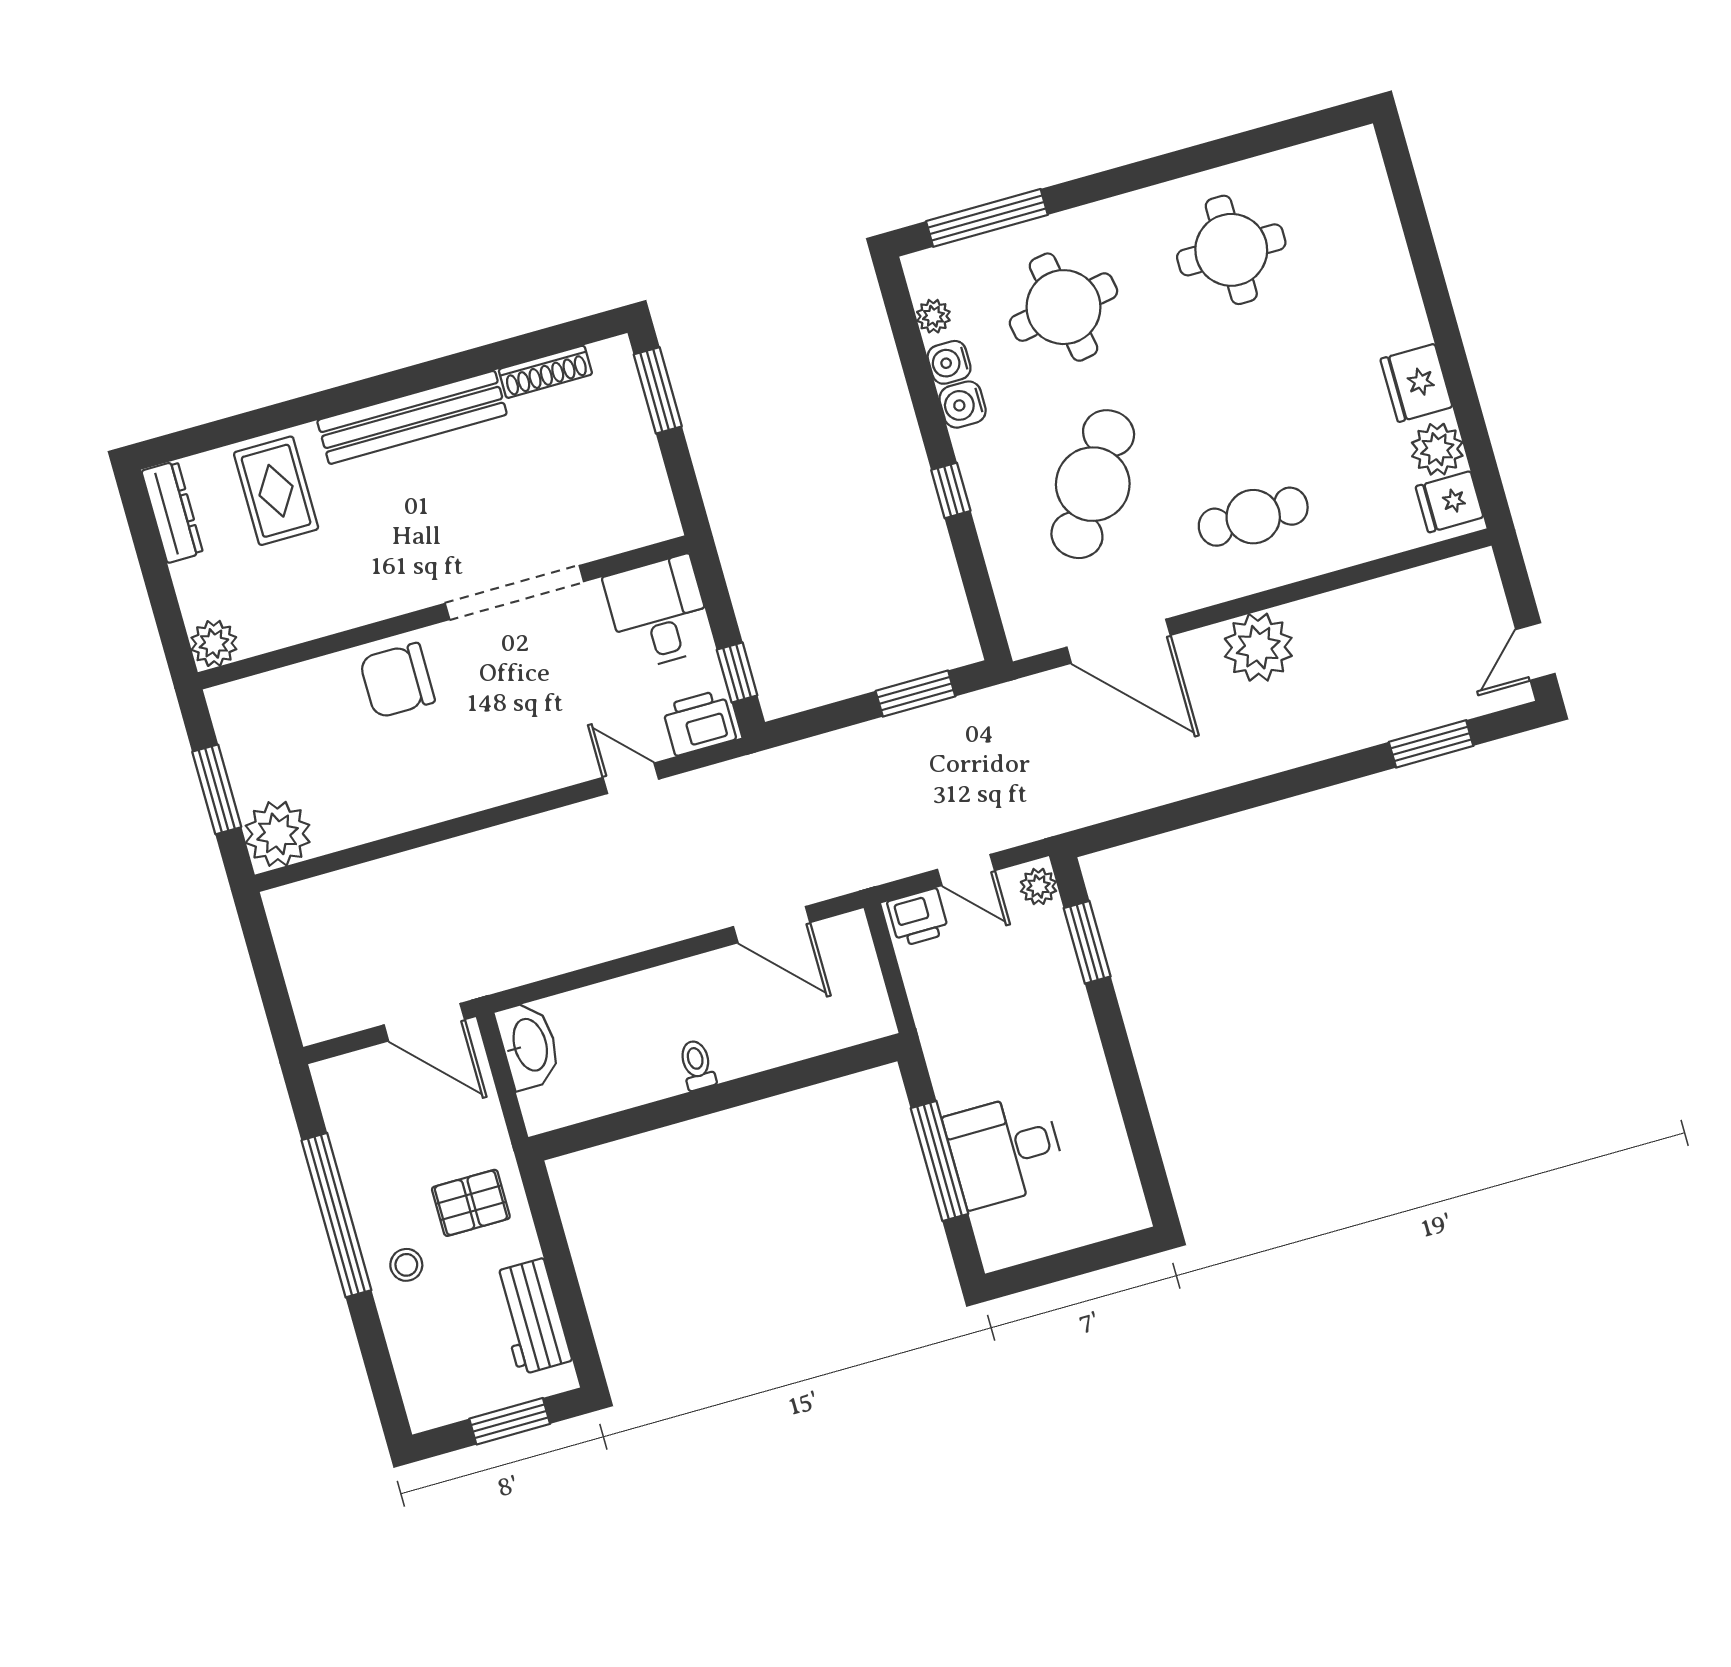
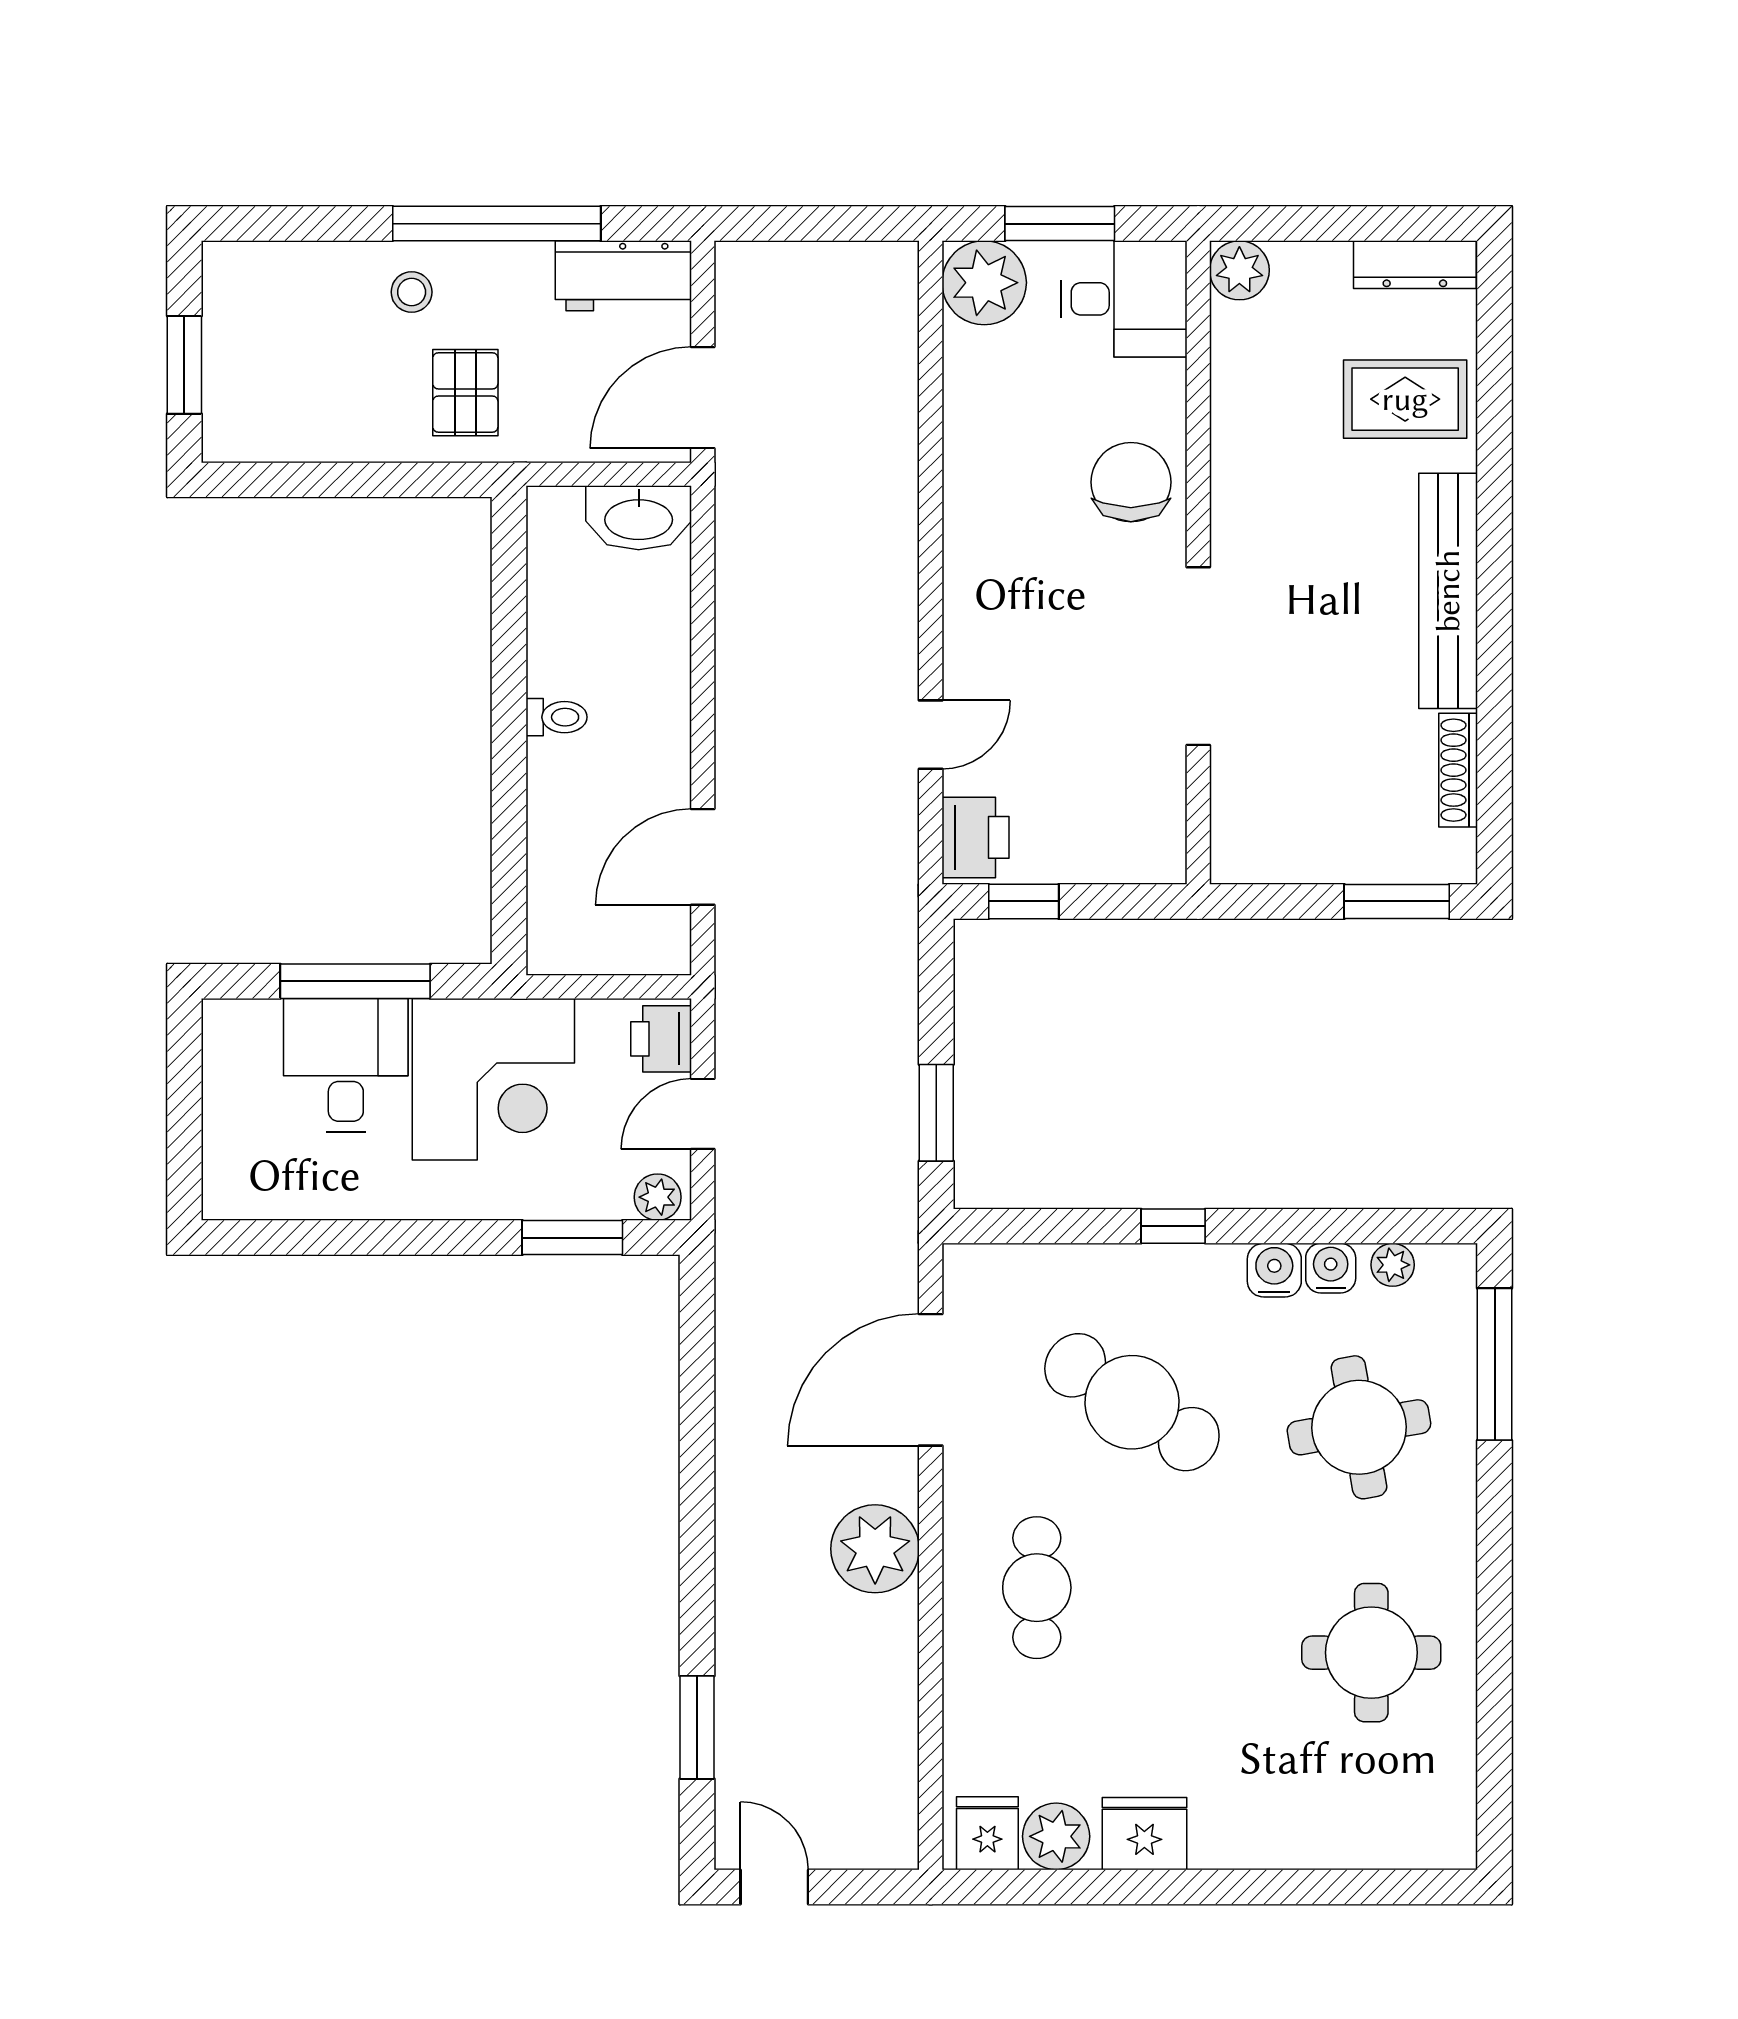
desk: (659, 613) -> (1124, 299), moved
corner desk: (984, 1036) -> (493, 1079), added
workbench: (531, 1317) -> (623, 276), moved, turned 180

